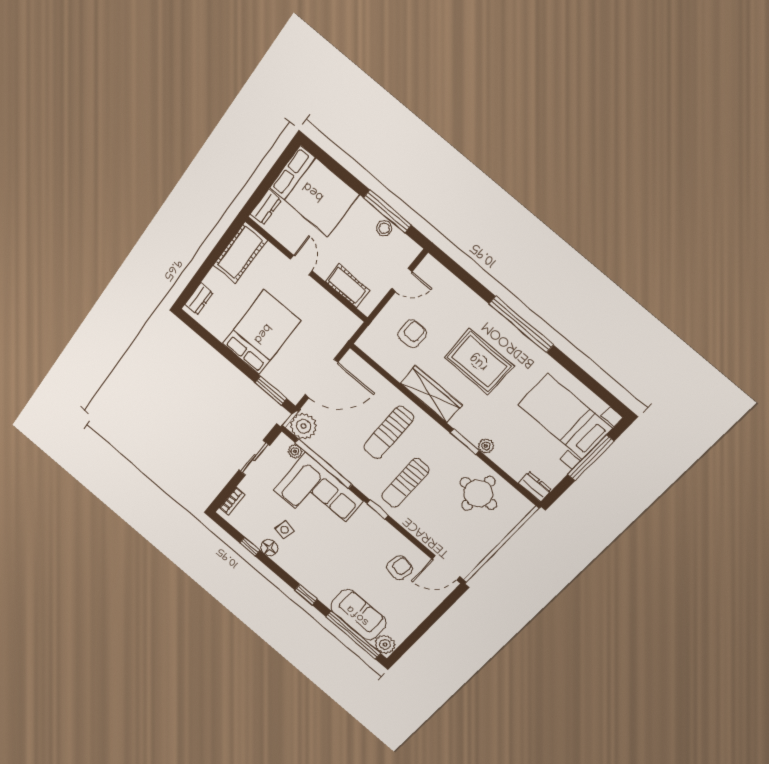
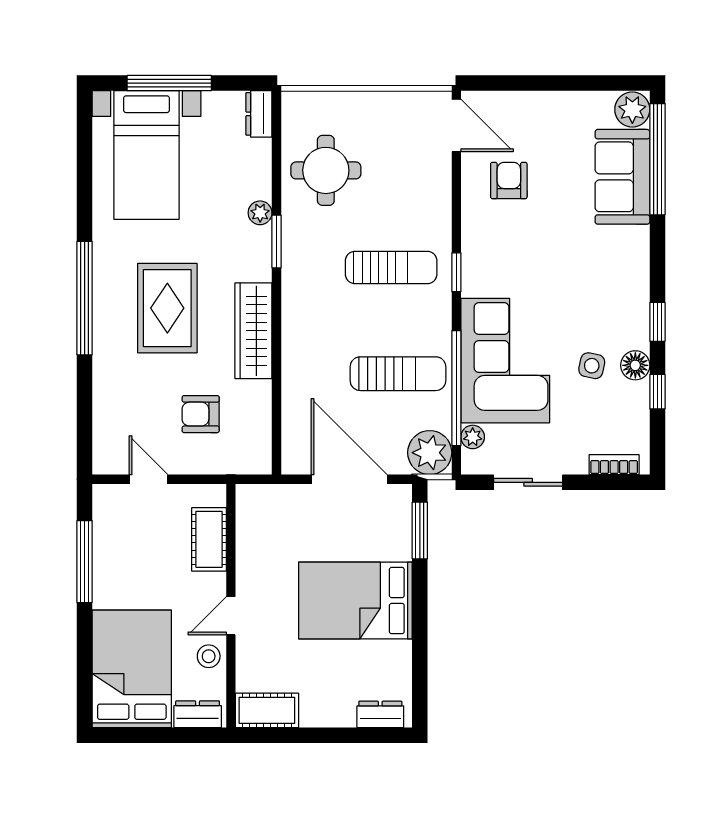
stool: (384, 228) -> (209, 656), moved
cot: (240, 253) -> (267, 710), width x0.73, depth x0.75
sun lounger: (389, 433) -> (398, 374), moved
armchair: (400, 568) -> (509, 180), turned 80
window: (306, 595) -> (657, 322), moved

